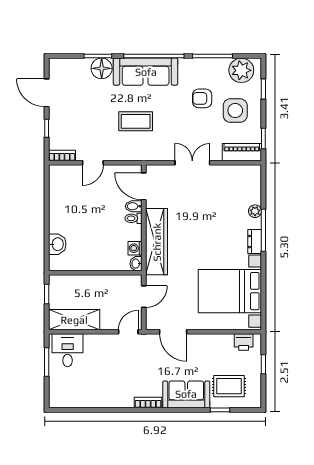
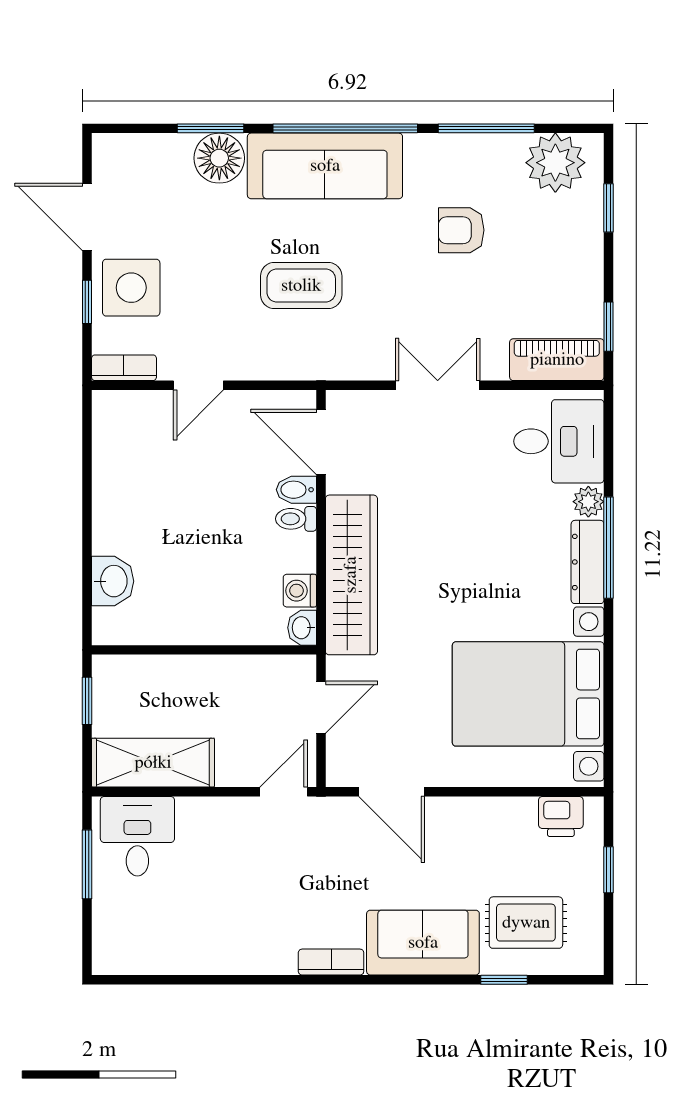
side table: (235, 111) -> (131, 288), moved
desk: (243, 186) -> (559, 441), added
dresser: (255, 242) -> (588, 562), width x1.44

